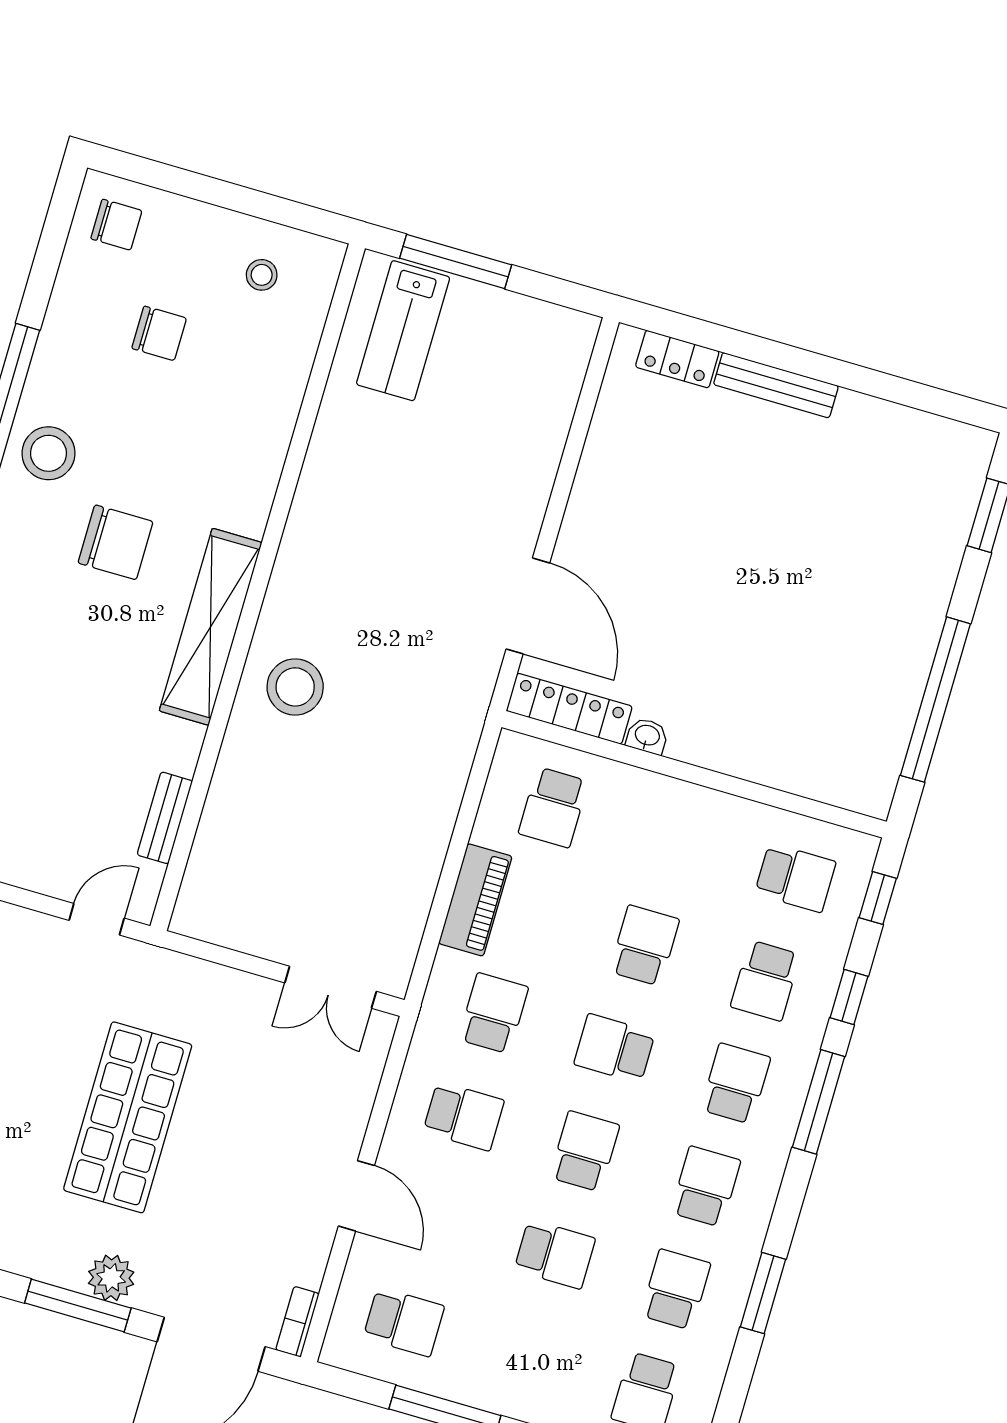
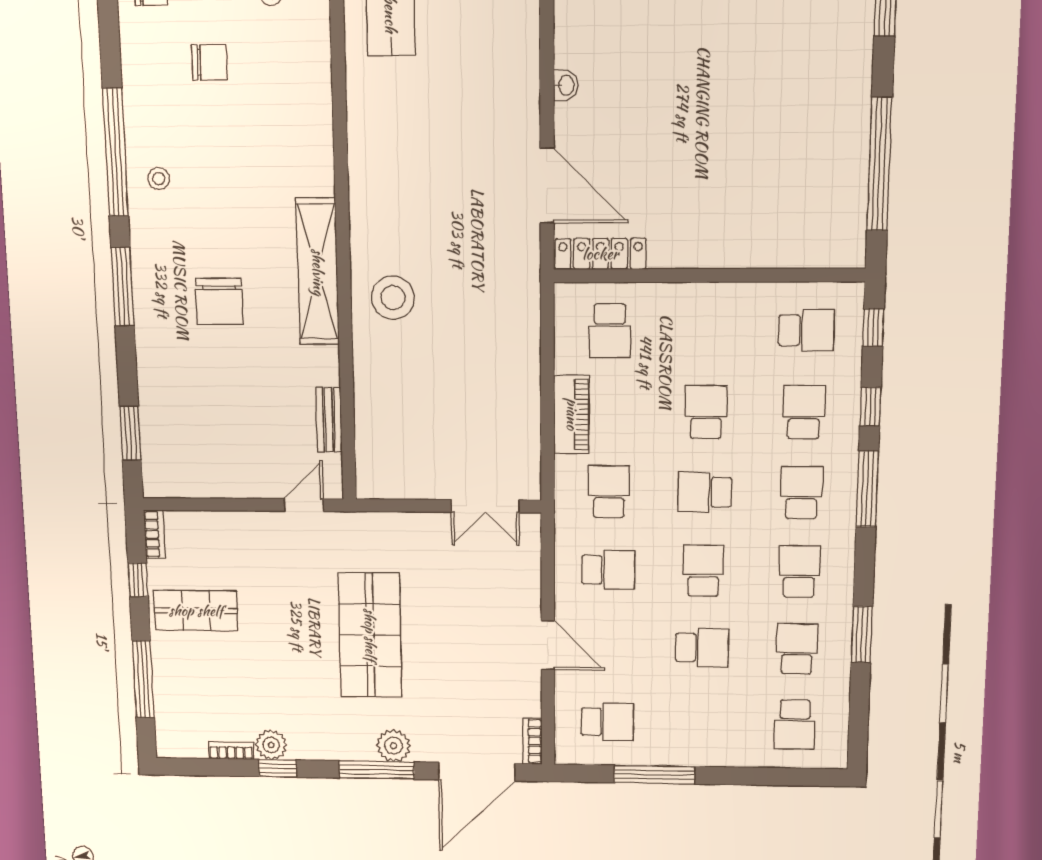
stool: (48, 453) -> (159, 179), width x0.53, depth x0.53
chair: (115, 542) -> (219, 302), moved, turned 90
washbasin: (647, 736) -> (566, 85), moved, turned 90
school desk: (765, 981) -> (804, 412), turned 180

